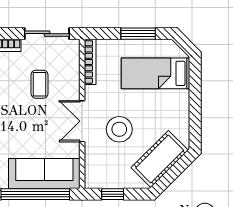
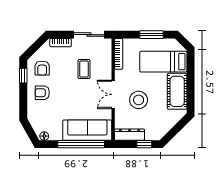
cot: (160, 159) -> (177, 91), moved, turned -45
dresser: (106, 180) -> (130, 135), added
window: (113, 194) -> (144, 144), moved

